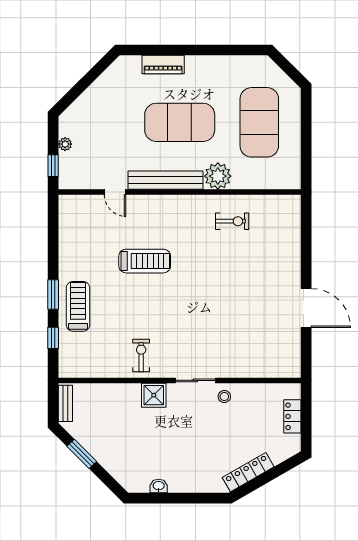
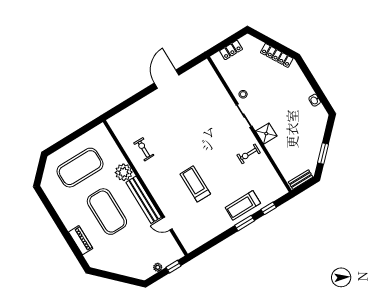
door: (115, 192) -> (167, 224), swing flipped

